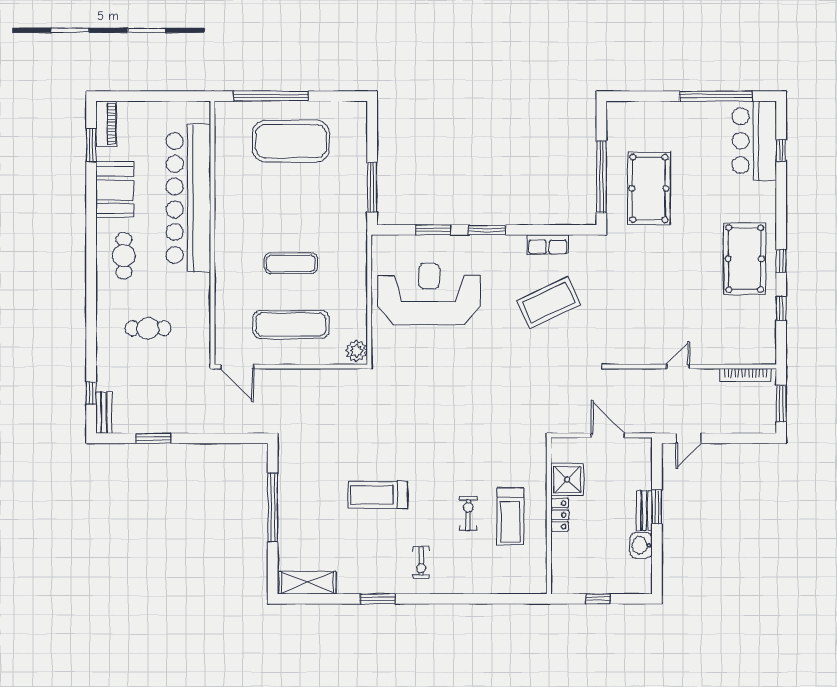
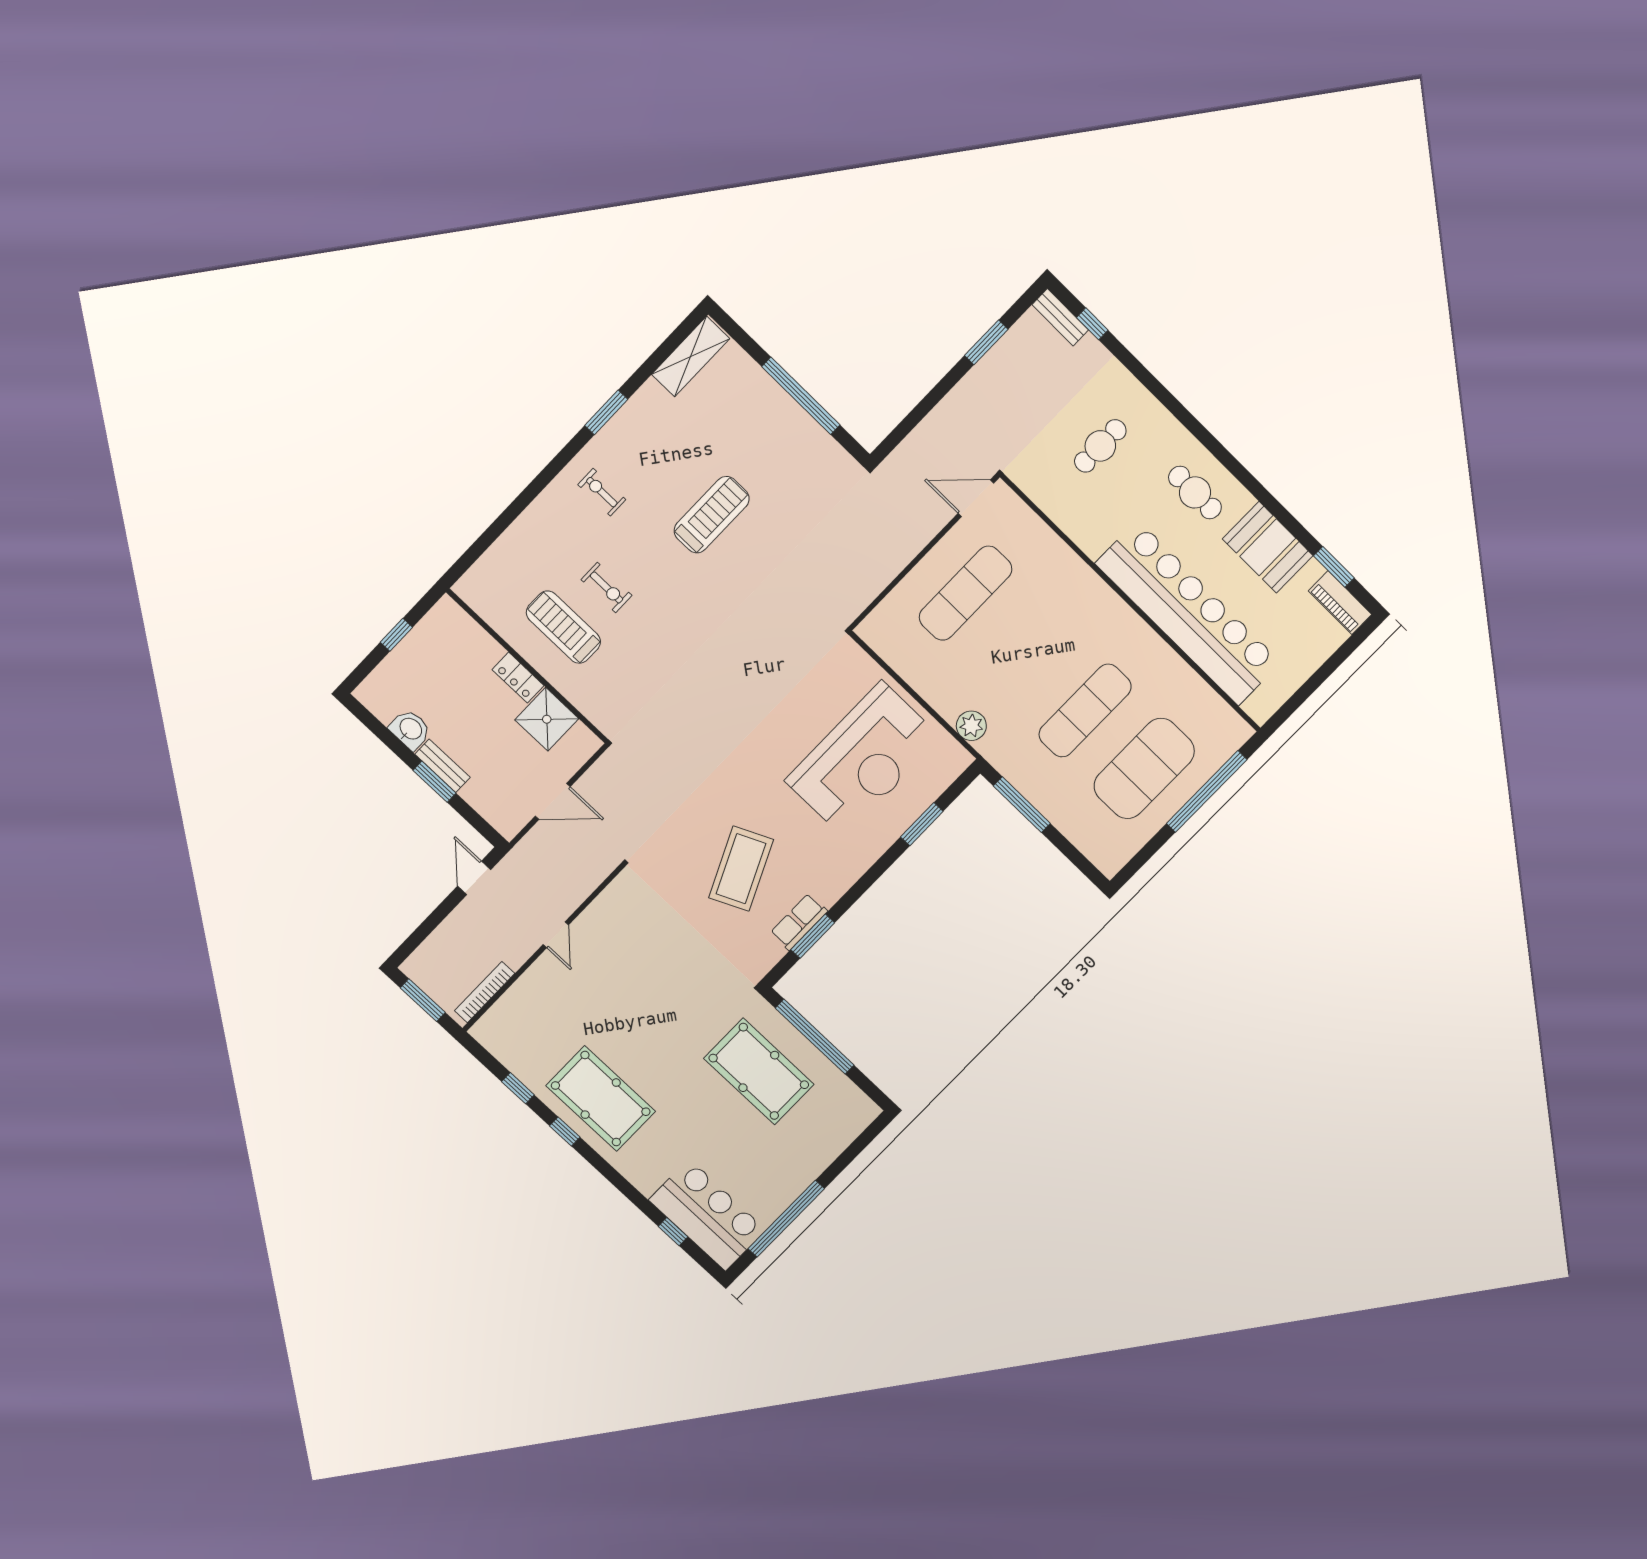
window: (487, 230) -> (813, 936), moved
exercise mat: (291, 263) -> (1085, 711), moved, width x1.36, depth x1.45
plant: (356, 351) -> (971, 726), moved

